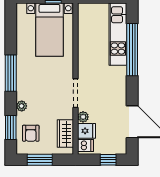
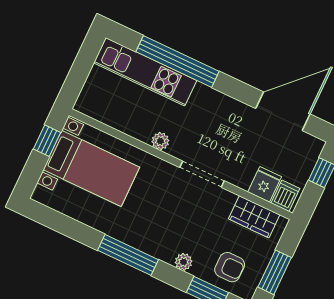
plant: (83, 117) -> (160, 141), moved

